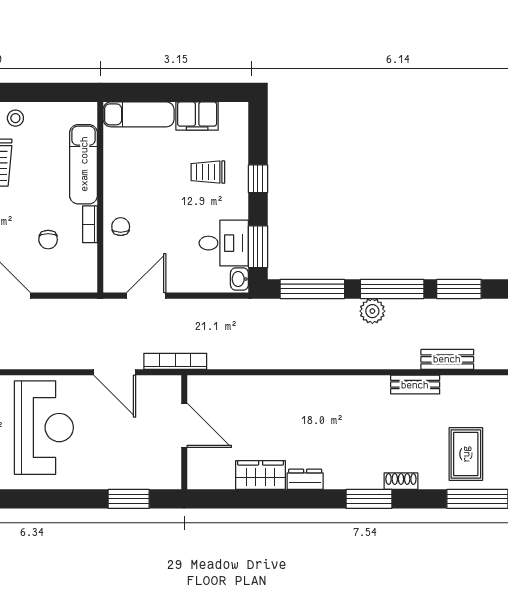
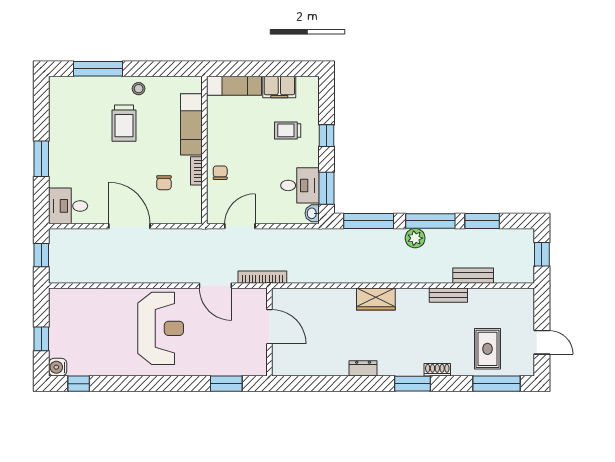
wardrobe: (261, 475) -> (376, 299), moved, turned 180

